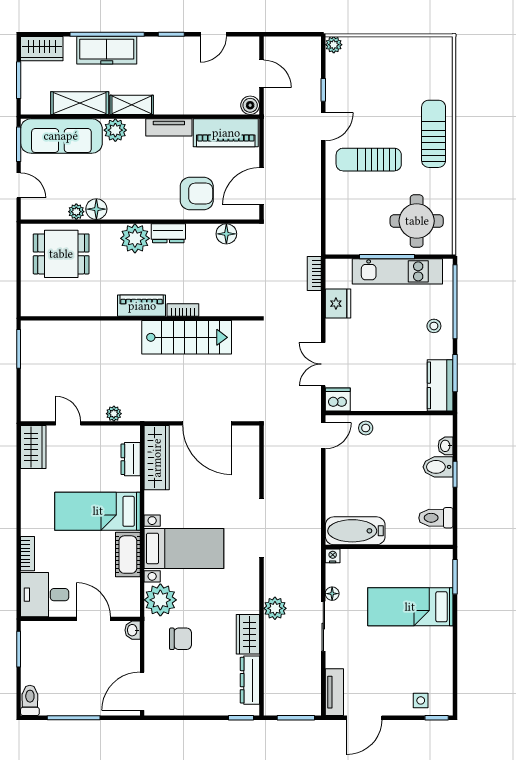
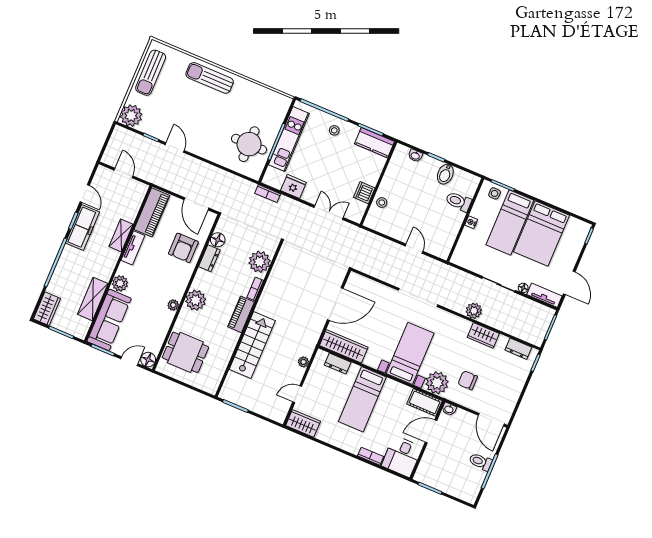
plant: (334, 45) -> (131, 116), width x1.87, depth x1.87
freezer: (107, 50) -> (83, 227), moved
door: (262, 74) -> (124, 173), hinge flipped
shelving: (132, 105) -> (121, 235), moved
boiler: (250, 105) -> (141, 189), removed
sun lounger: (369, 160) -> (151, 73), moved
armchair: (197, 194) -> (183, 248), turned 180
floor lamp: (96, 209) -> (148, 360), moved
plant: (76, 212) -> (173, 305), moved
round table: (417, 221) -> (249, 144), moved
dresser: (168, 233) -> (209, 258), moved
dining table: (61, 254) -> (185, 352), turned 90
plant: (221, 301) -> (260, 262), added
stairs: (187, 337) -> (252, 345), moved
double door: (323, 364) -> (329, 213), swing flipped
dishwasher: (338, 399) -> (364, 193), moved
door: (323, 436) -> (414, 249), moved
bidet: (438, 467) -> (445, 174), moved
toilet: (436, 518) -> (458, 201), moved, turned 90
bathtub: (355, 531) -> (446, 238), removed
cot: (128, 555) -> (425, 402), moved
nightstand: (333, 556) -> (471, 222), moved
floor lamp: (332, 594) -> (523, 288), moved
chair: (181, 639) -> (468, 380), turned -90
bed: (413, 654) -> (542, 234), added
dresser: (250, 680) -> (518, 349), width x0.70
toilet: (30, 700) -> (480, 462), moved
side table: (421, 700) -> (495, 193), moved

